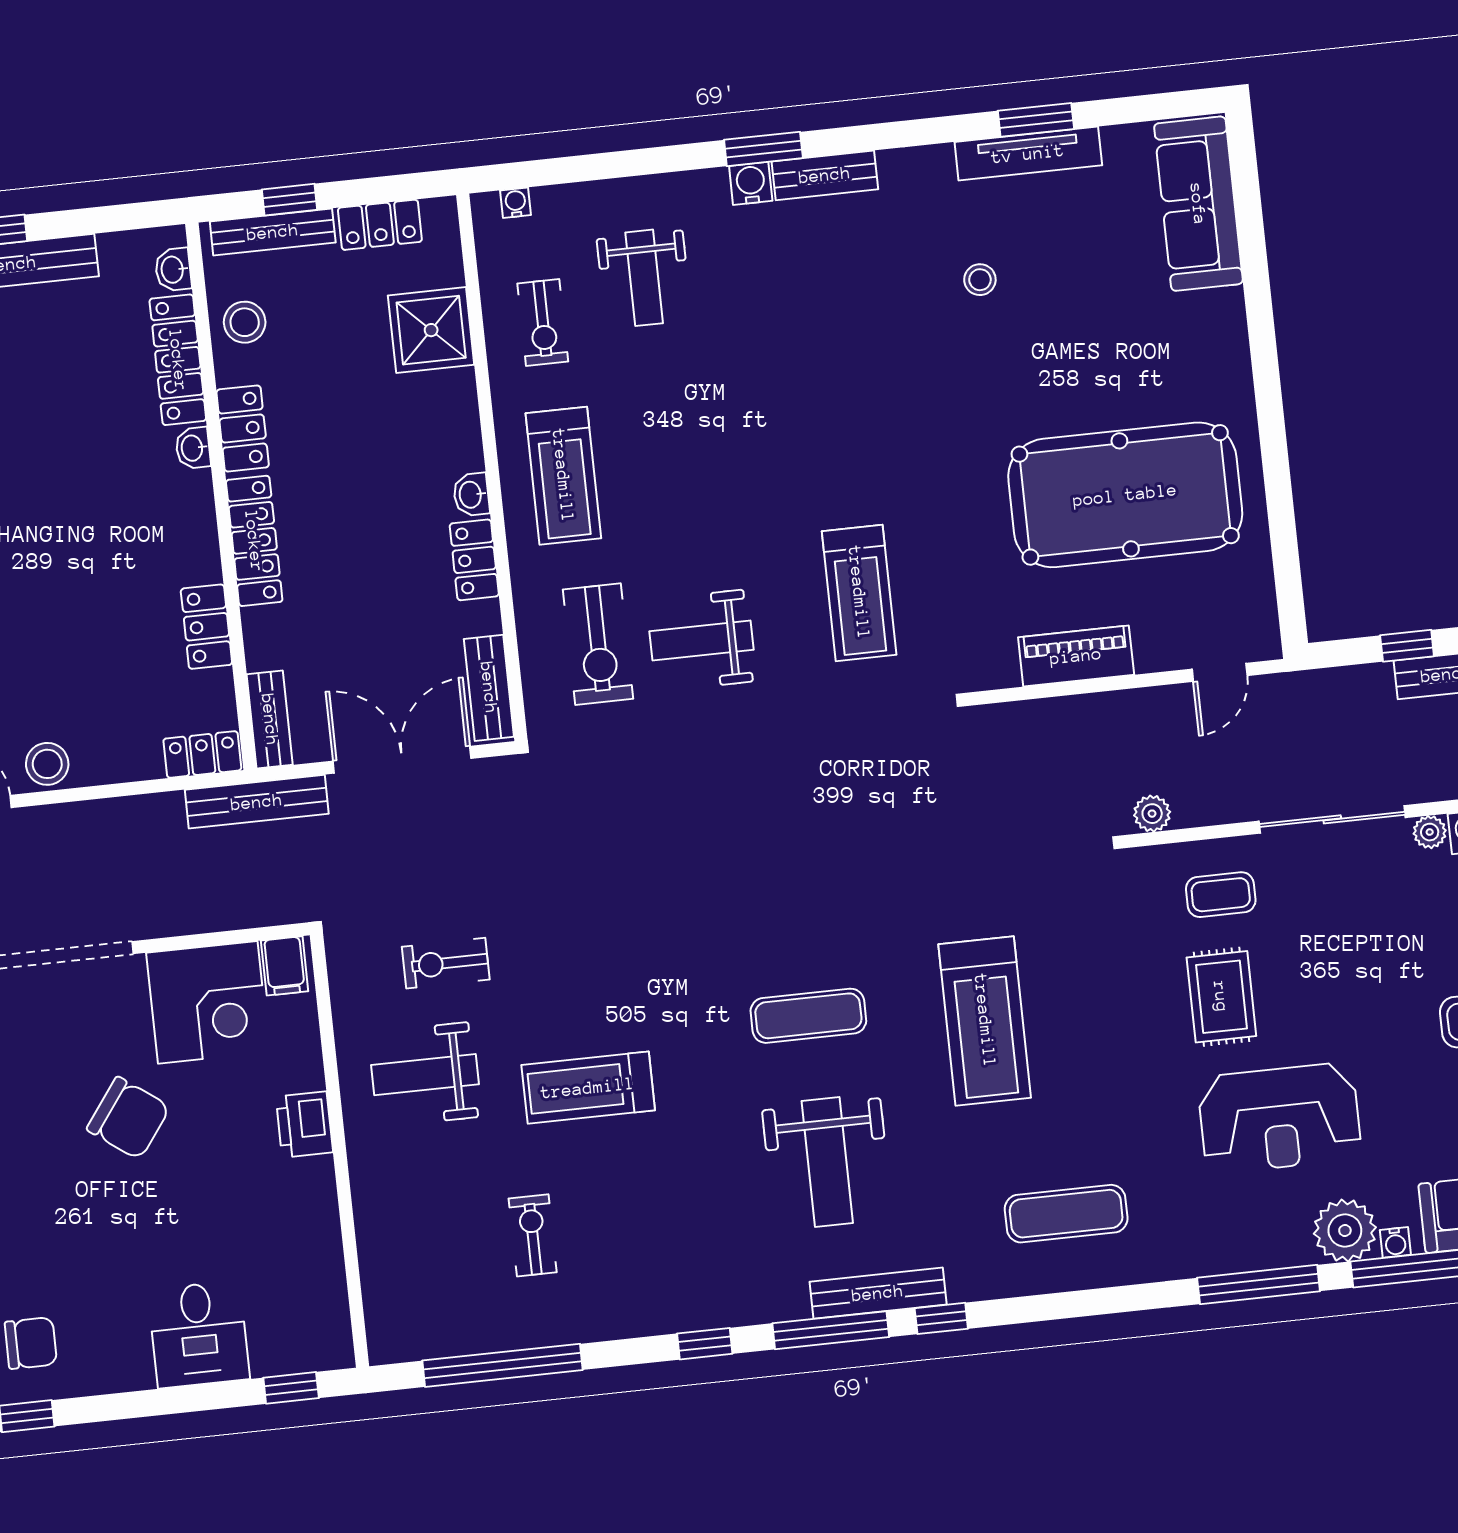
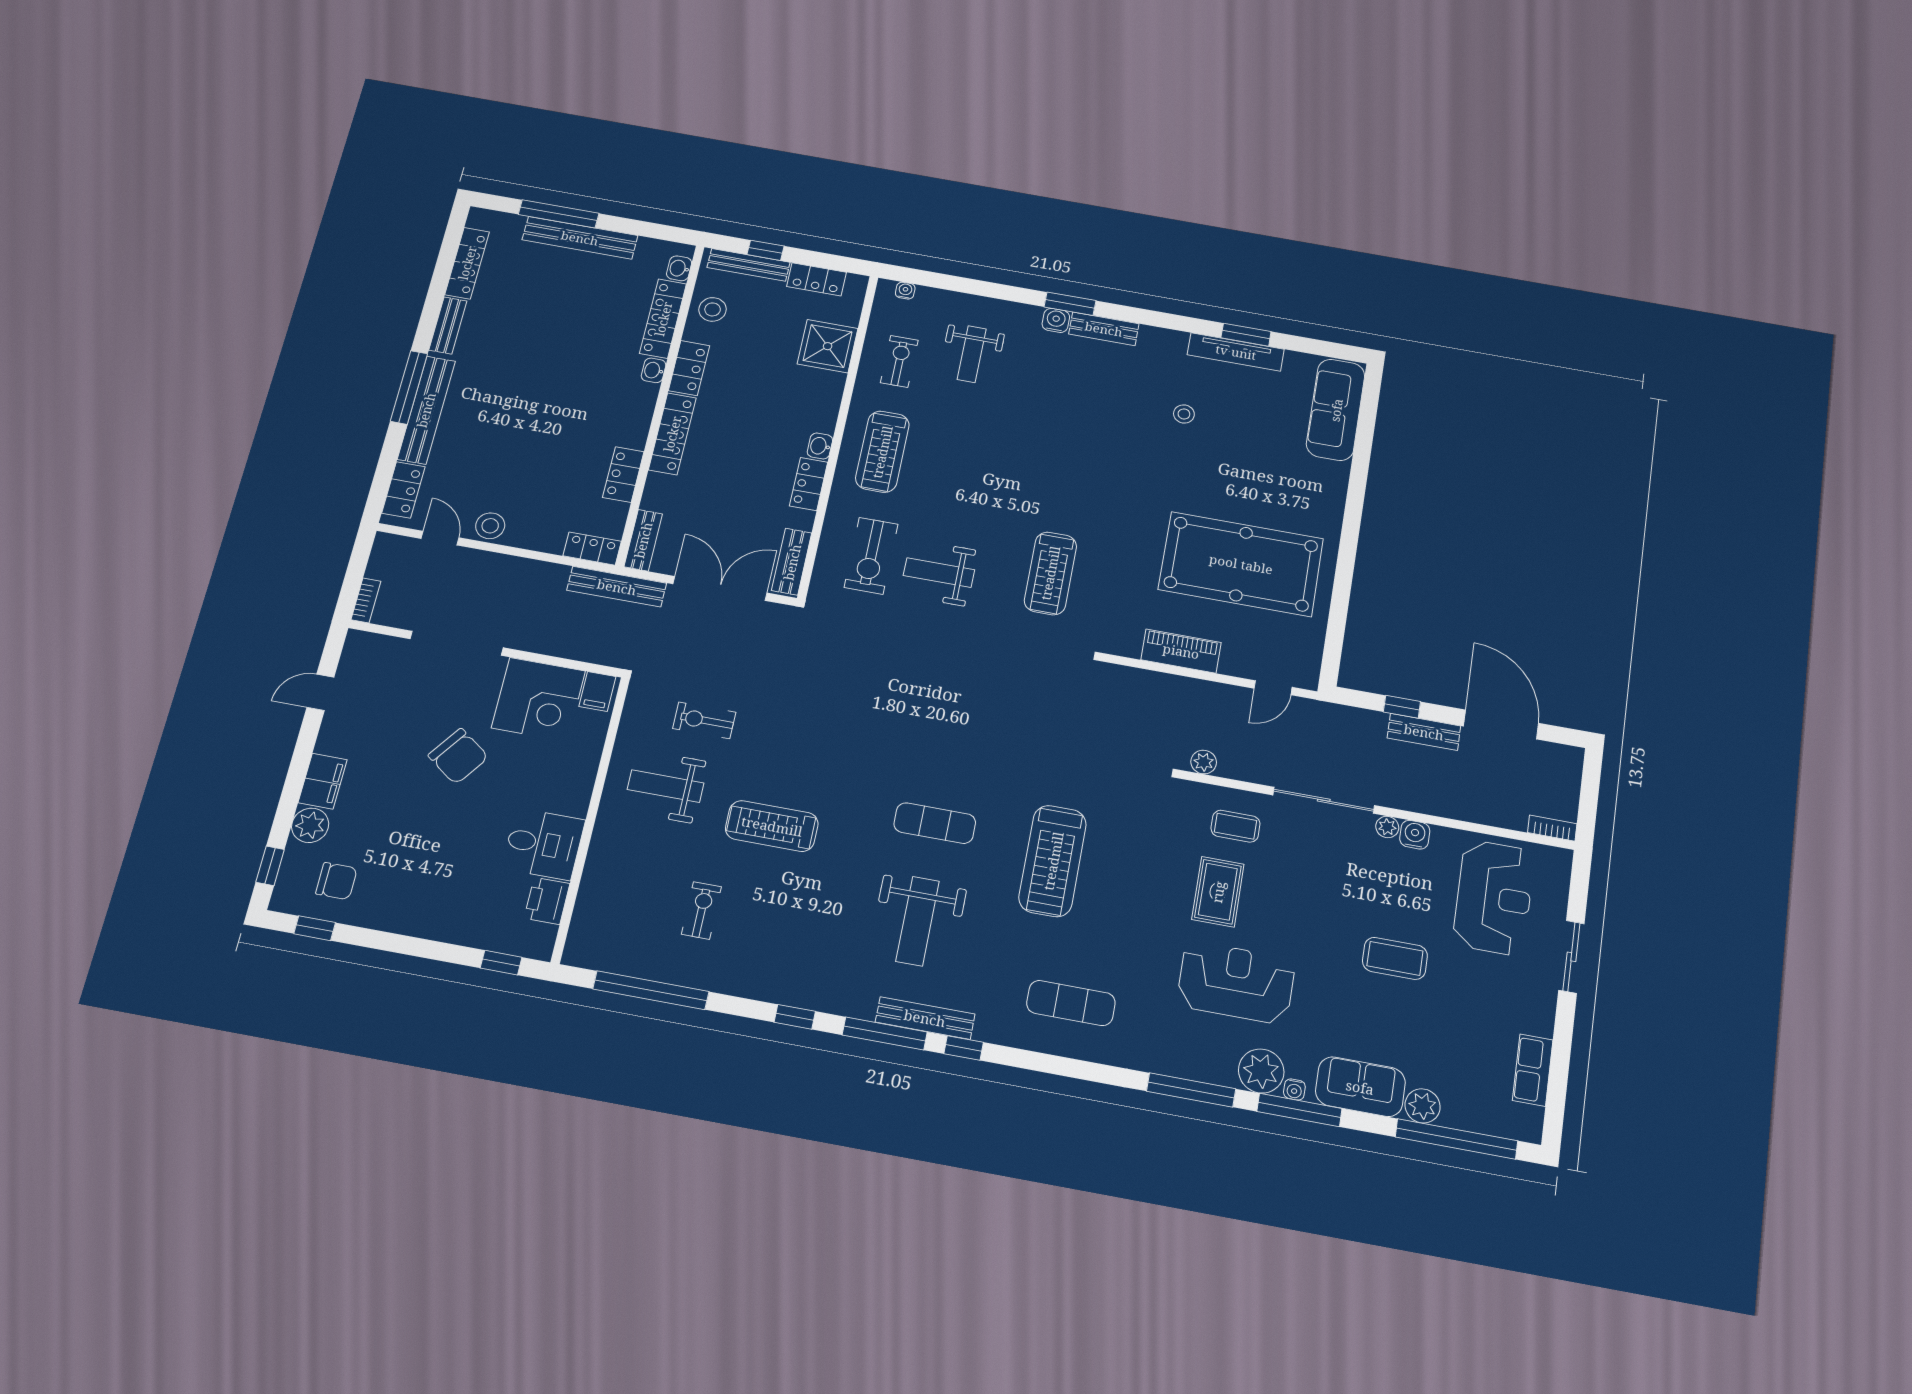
exercise bike: (543, 323) -> (899, 361), turned 180
reception desk: (1280, 1118) -> (1236, 982), turned 180
printer: (304, 1124) -> (547, 901), moved
desk: (199, 1334) -> (543, 844), moved, turned -90

